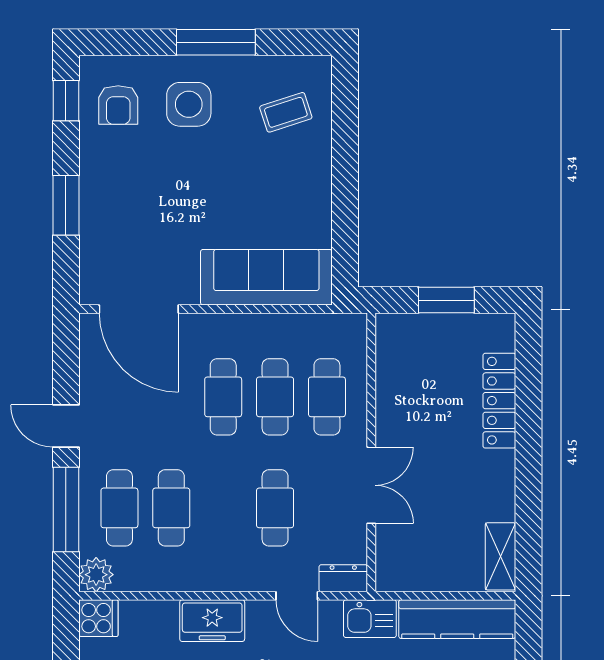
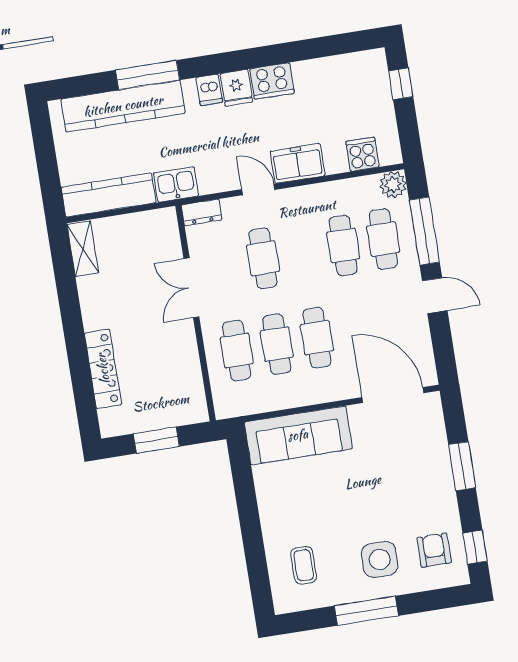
coffee table: (286, 112) -> (304, 565), turned -72
door: (297, 596) -> (258, 189), moved
cooker: (98, 618) -> (362, 154), moved, turned 90

